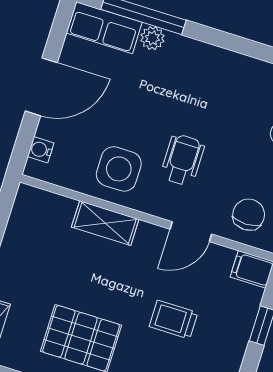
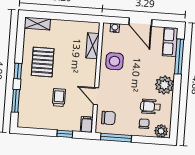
plant: (152, 38) -> (164, 85), moved, width x1.88, depth x1.88
wheelchair: (183, 160) -> (150, 107), moved, turned 180
shelving: (105, 223) -> (92, 46), moved

